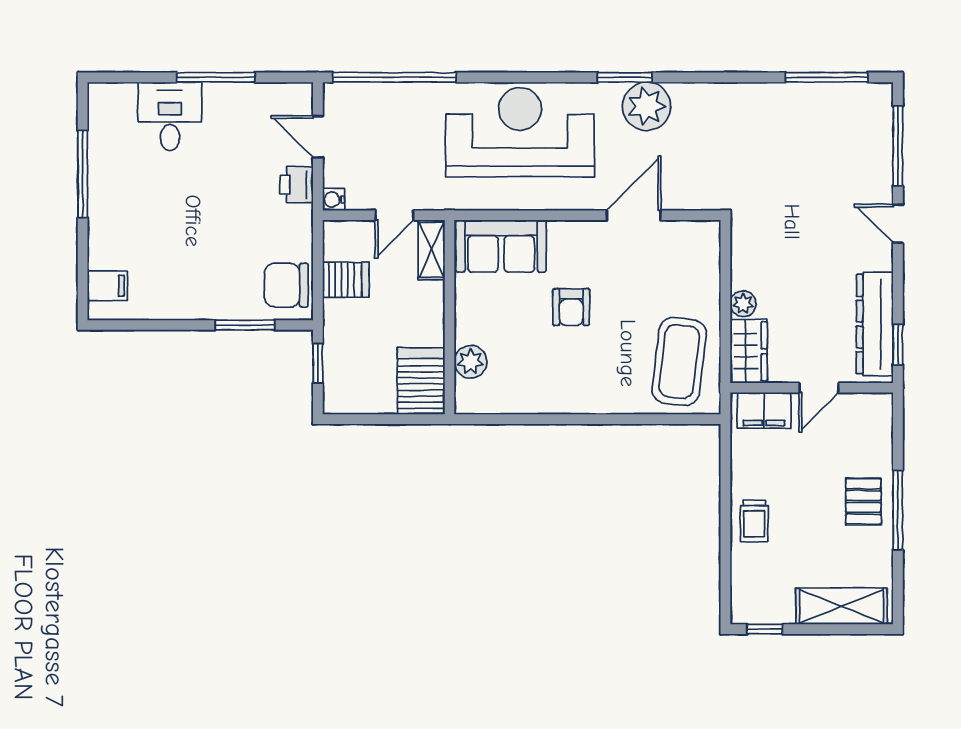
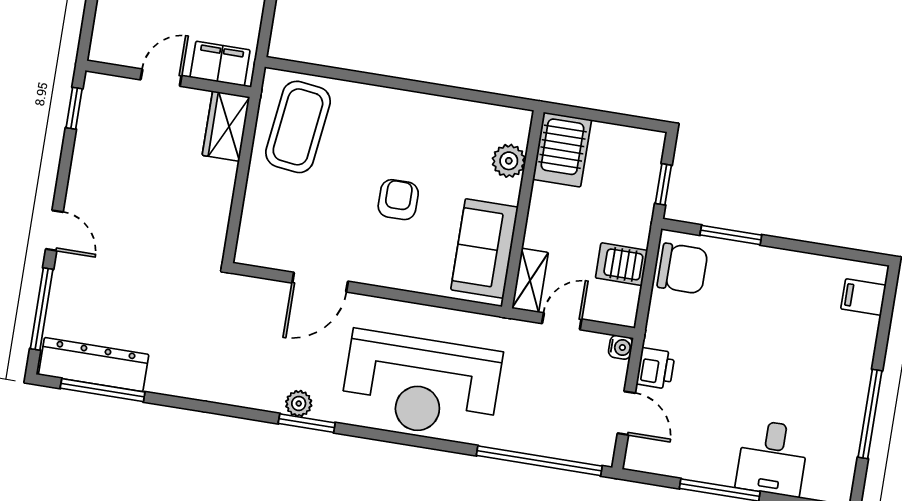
plant: (647, 106) -> (299, 404), width x0.53, depth x0.53
sofa: (501, 246) -> (484, 248), moved, turned -90
plant: (743, 304) -> (224, 175), removed
dresser: (875, 324) -> (94, 365), moved, turned -90

